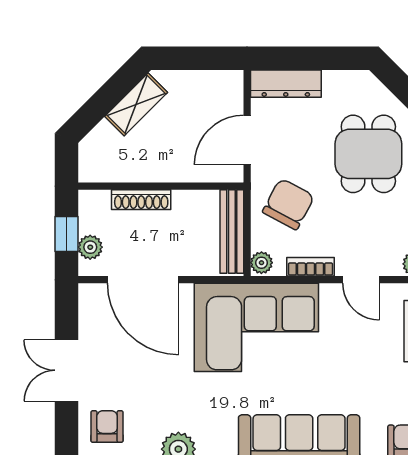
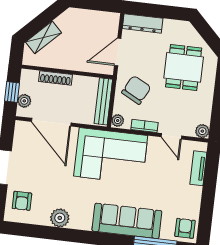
shelving: (136, 104) -> (43, 37), moved
armchair: (107, 427) -> (22, 201), turned 180

